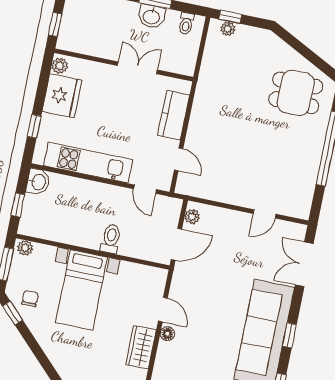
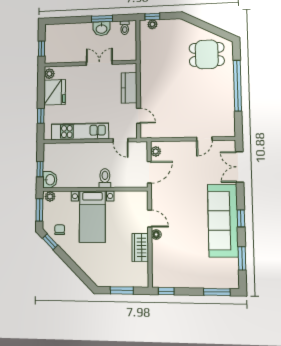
washbasin: (38, 182) -> (50, 180), moved

